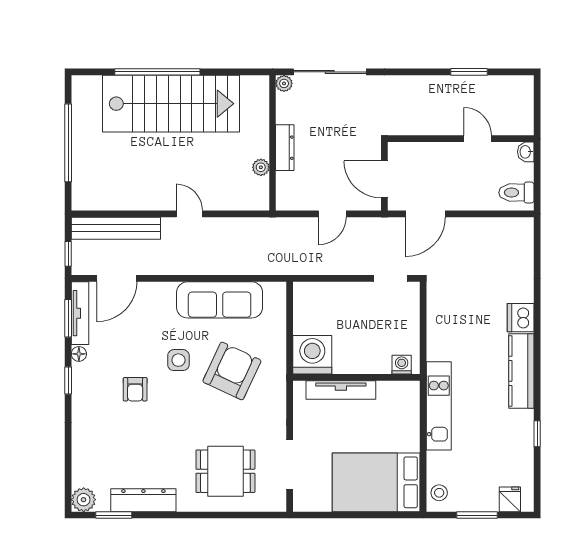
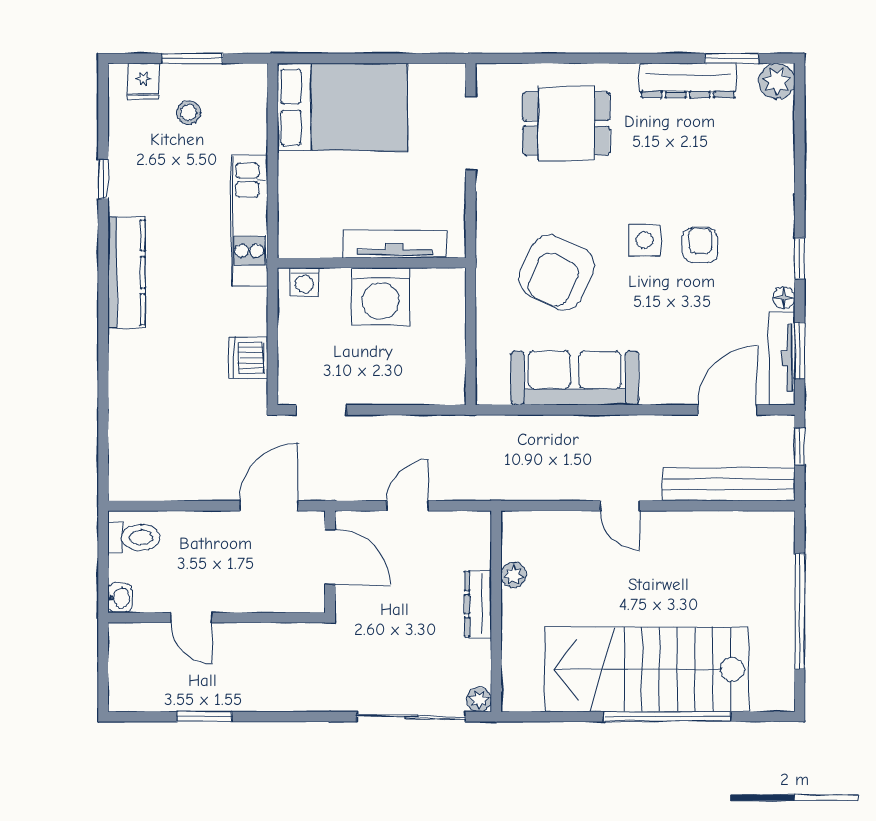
dishwasher: (521, 318) -> (248, 358), moved, turned 180
washing machine: (312, 355) -> (380, 296), moved
side table: (178, 360) -> (645, 240), moved
stool: (439, 493) -> (189, 113), moved

